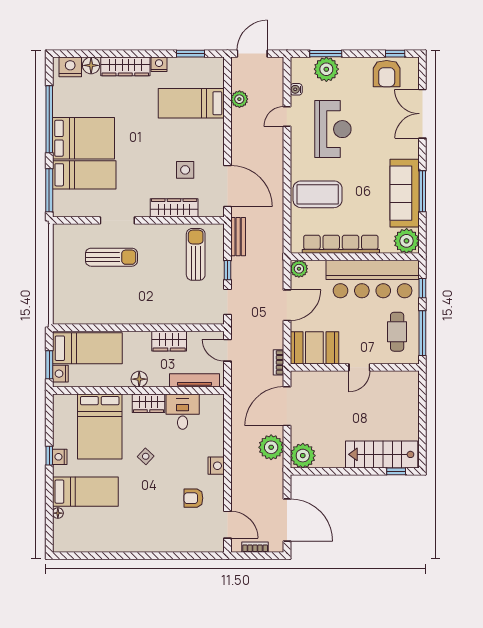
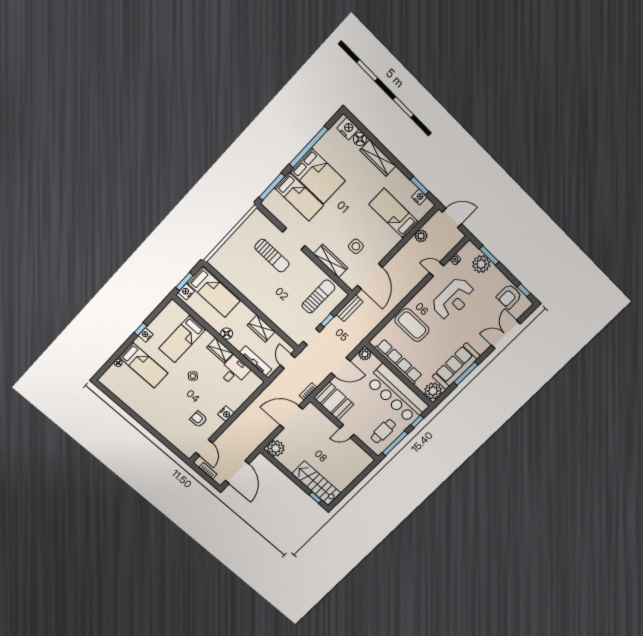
nightstand: (159, 64) -> (419, 197), moved
bed: (100, 426) -> (182, 339), width x0.67
plant: (271, 447) -> (263, 430), removed

